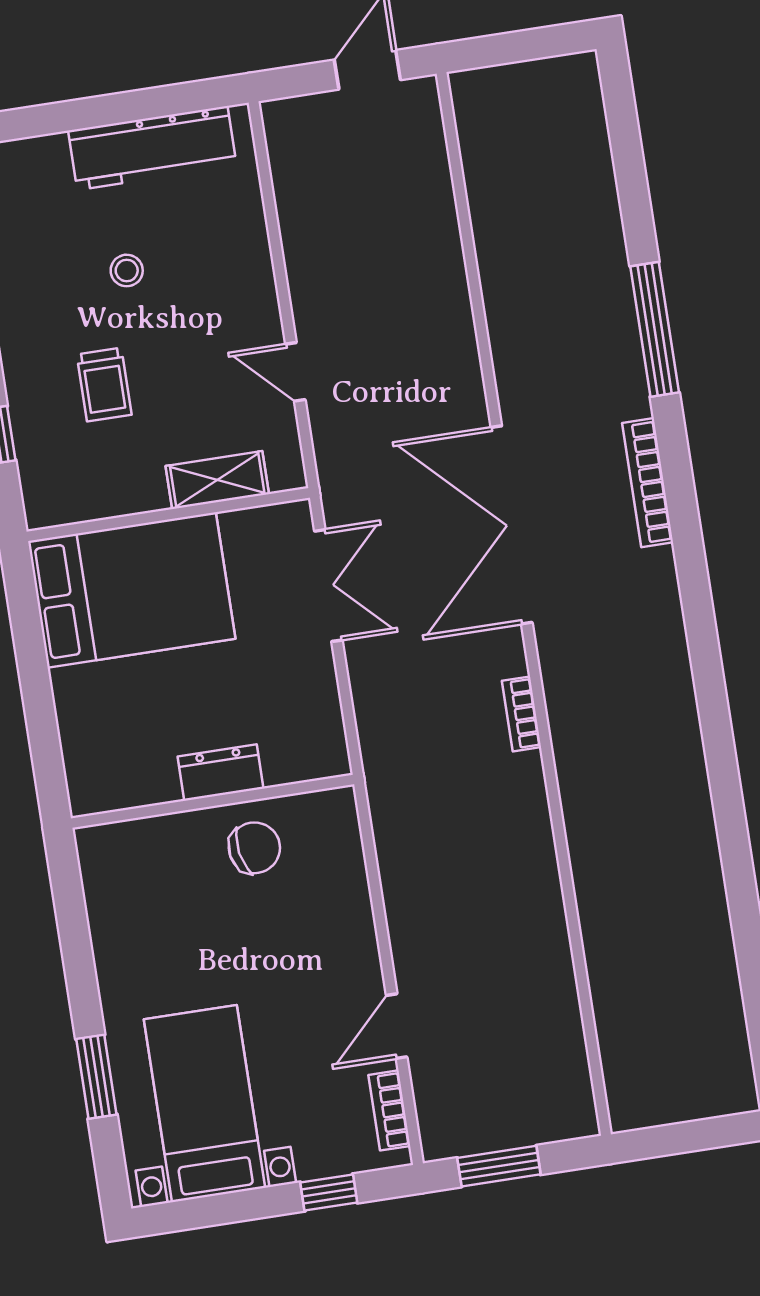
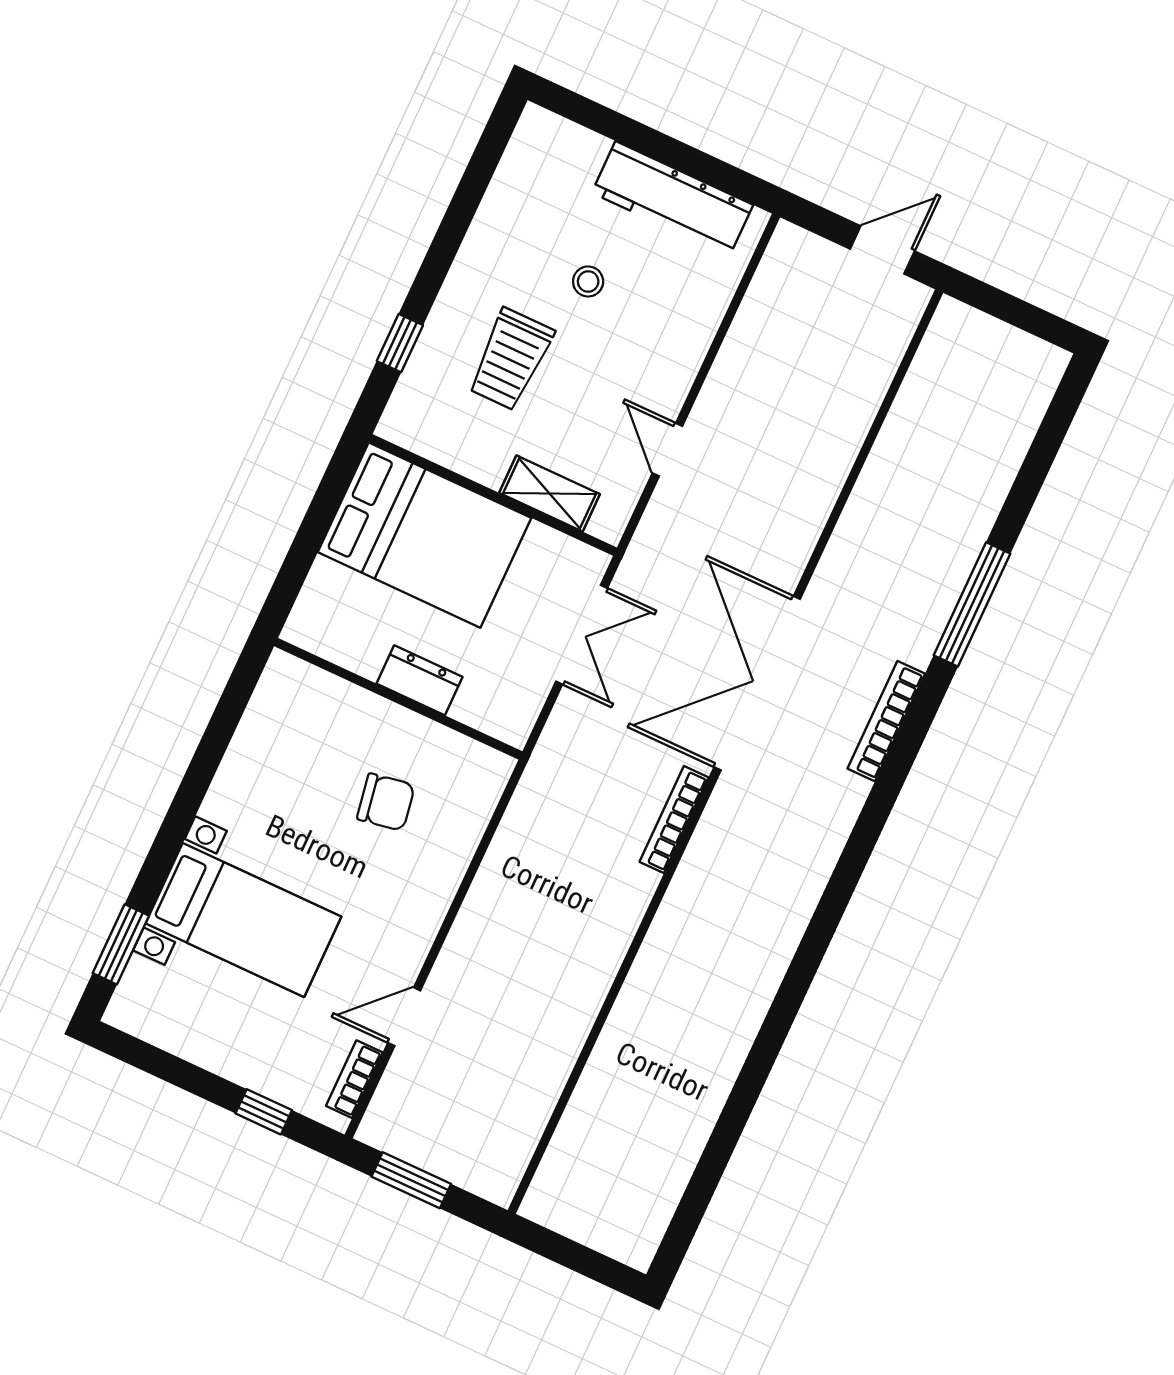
trolley: (104, 385) -> (511, 359), width x1.36, depth x1.39
bookcase: (522, 714) -> (674, 820), width x1.56
dresser: (220, 773) -> (420, 680), moved
wall: (213, 801) -> (398, 699), moved
window: (96, 1077) -> (121, 944), moved
bed with nightstands: (204, 1104) -> (243, 920), moved, turned 90

